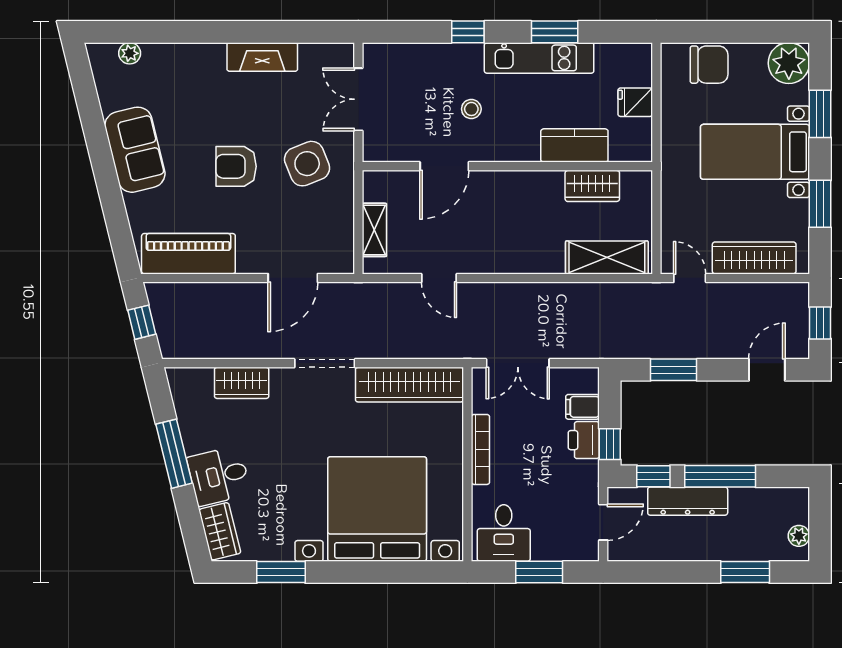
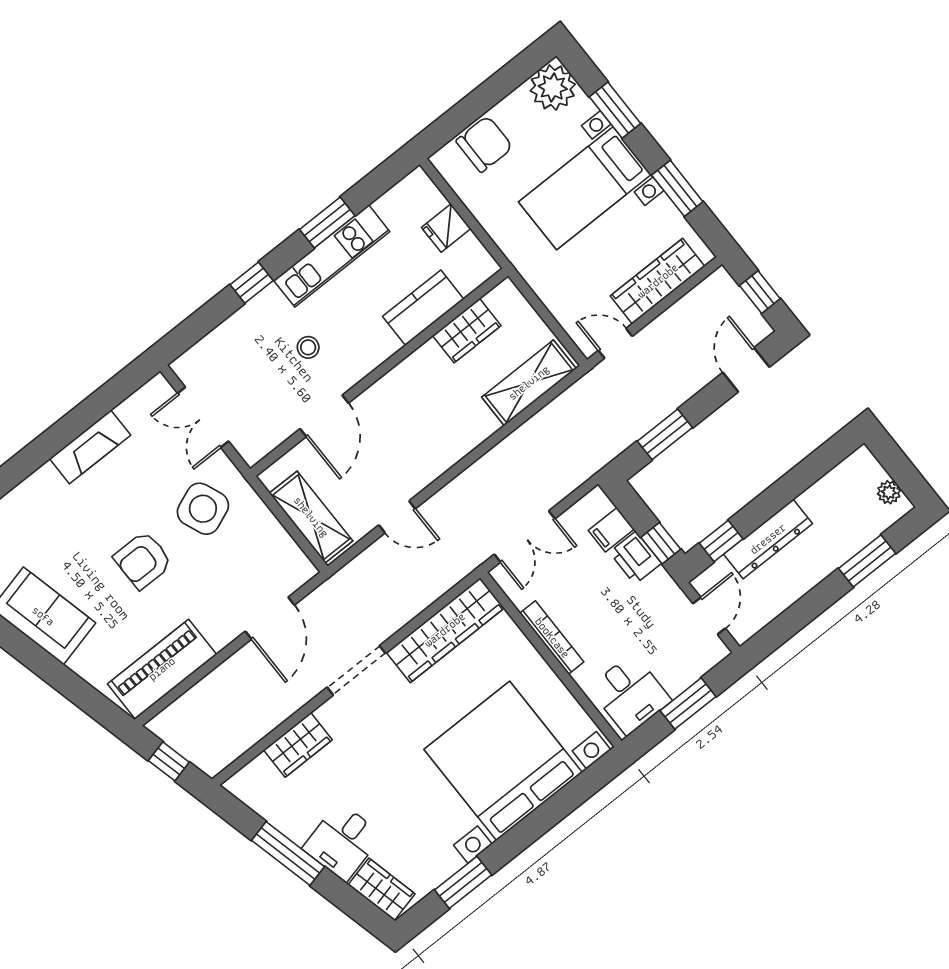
shelving: (374, 230) -> (311, 517), width x1.50, depth x1.33
window: (720, 476) -> (779, 495), removed

